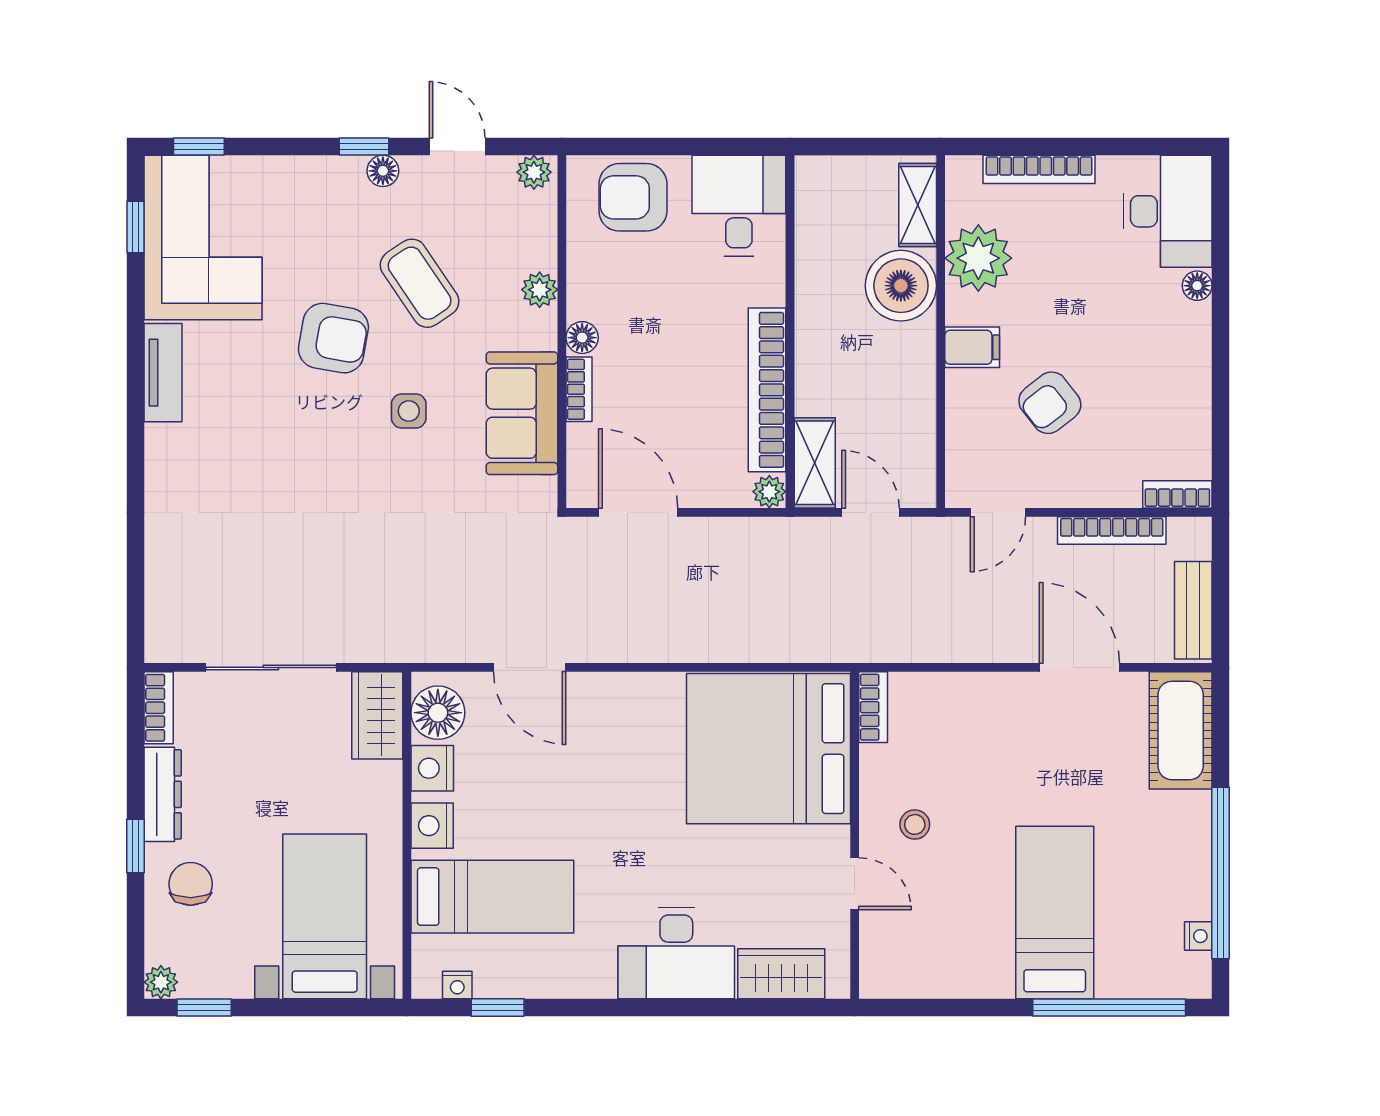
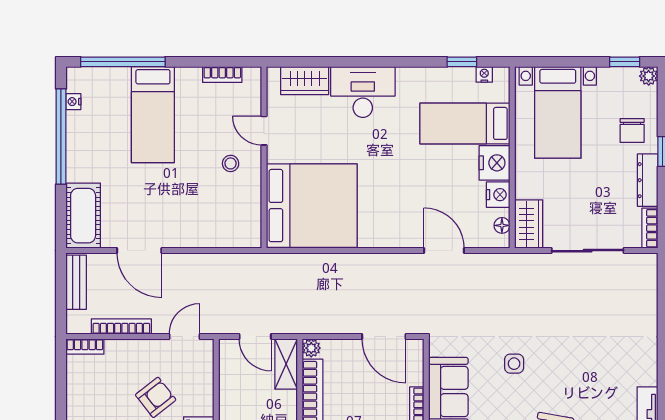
side table: (409, 411) -> (514, 364), moved
bookcase: (873, 707) -> (222, 75), moved, turned -90
floor lamp: (438, 713) -> (502, 225), width x0.53, depth x0.53
nightstand: (432, 826) -> (494, 163), width x1.36, depth x1.33

